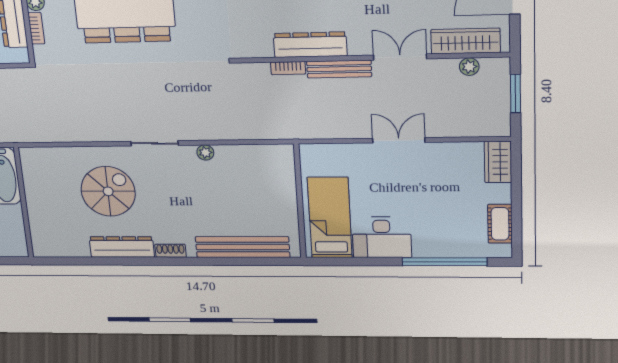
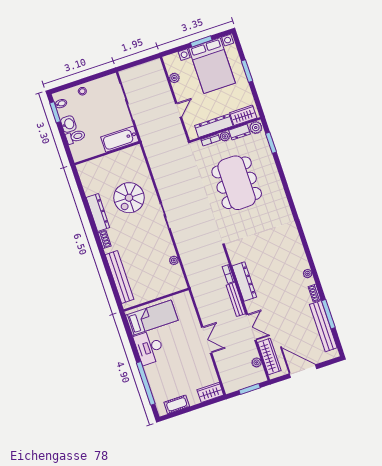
plant: (205, 152) -> (174, 260), moved
spiral stairs: (108, 191) -> (129, 198), turned 90

